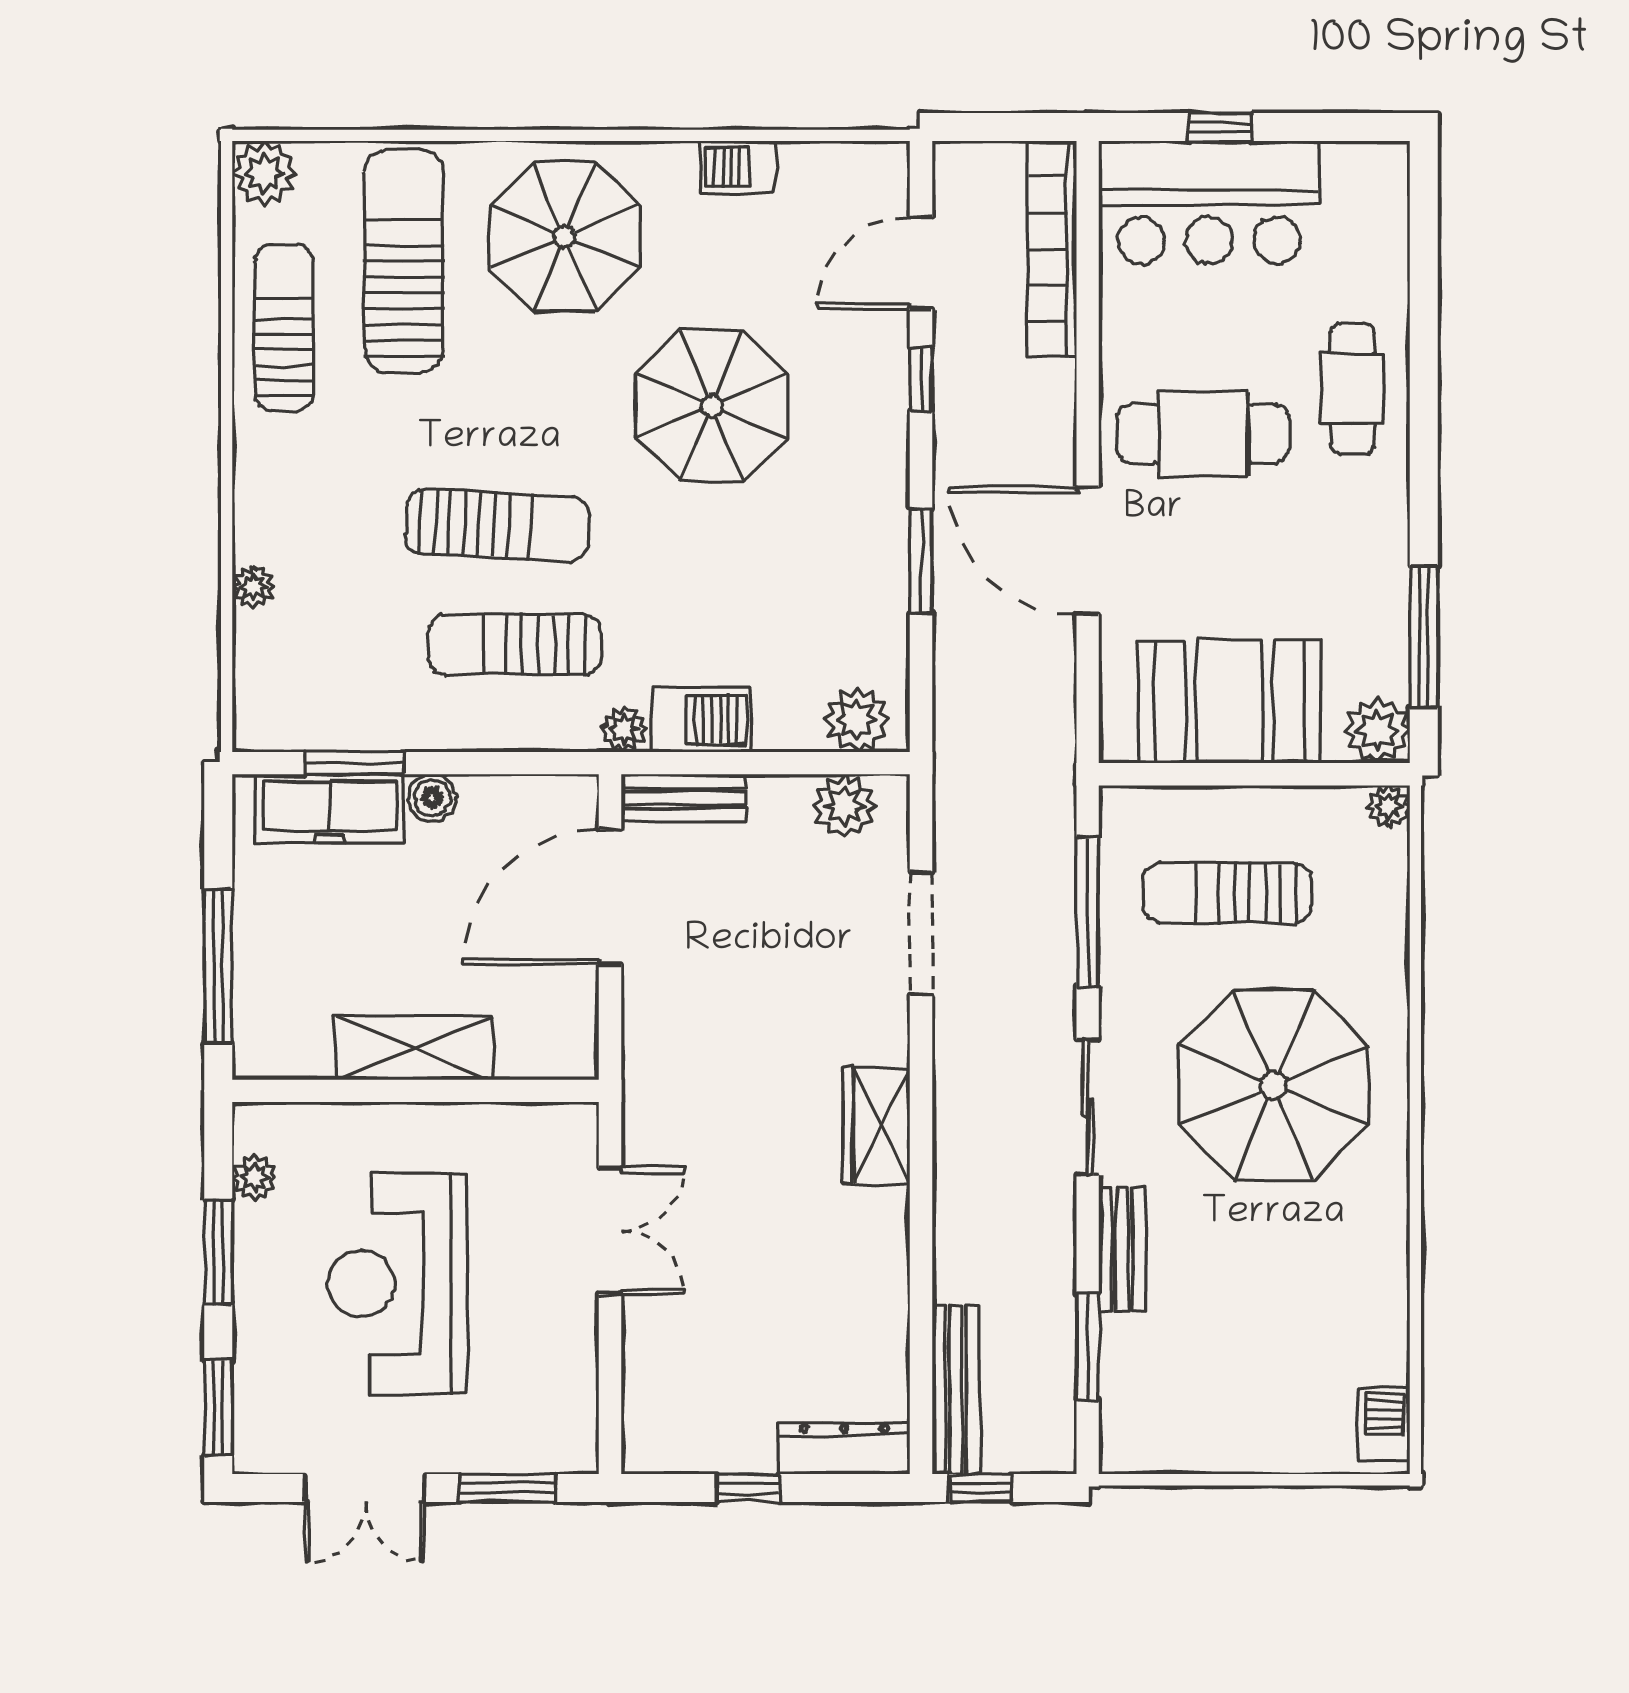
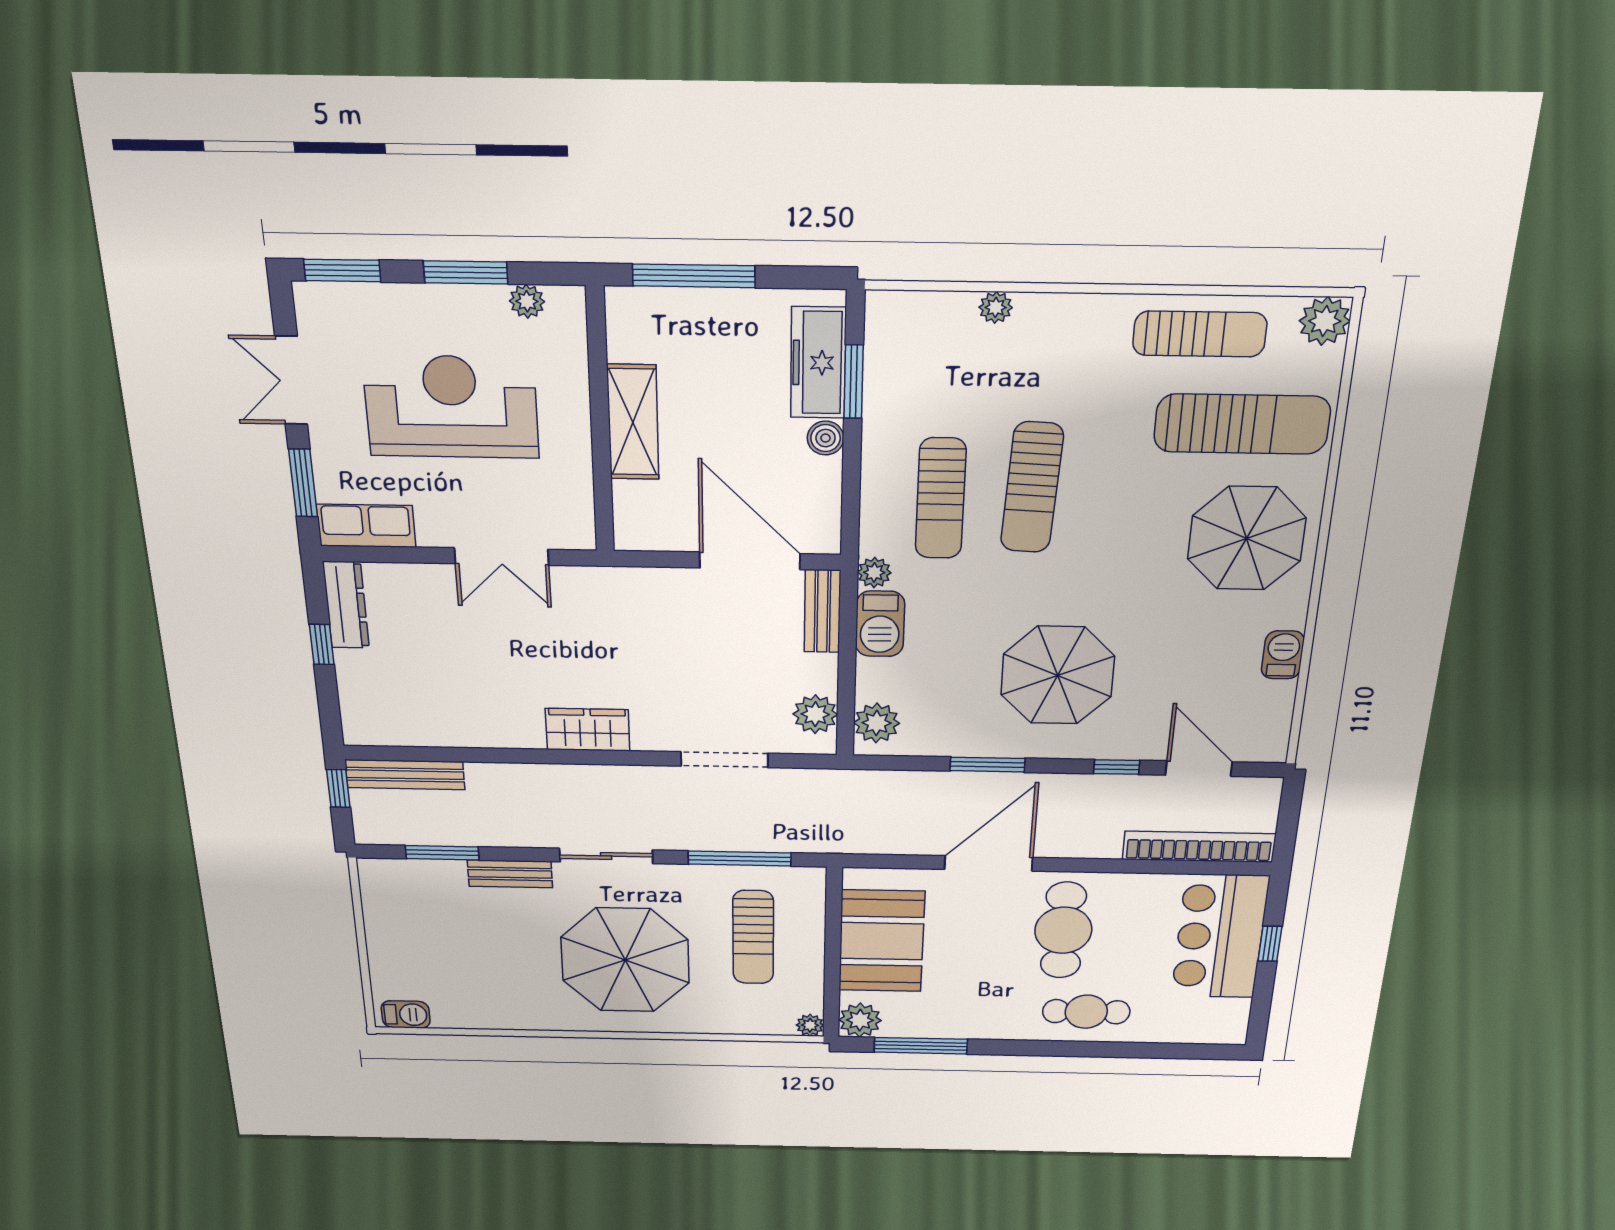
parasol: (712, 406) -> (1058, 675), moved
sun lounger: (515, 645) -> (941, 499), turned 180
sun lounger: (1227, 893) -> (753, 937), turned 180
row of seats: (568, 1410) -> (366, 526), added
dresser: (844, 1448) -> (346, 605), moved

